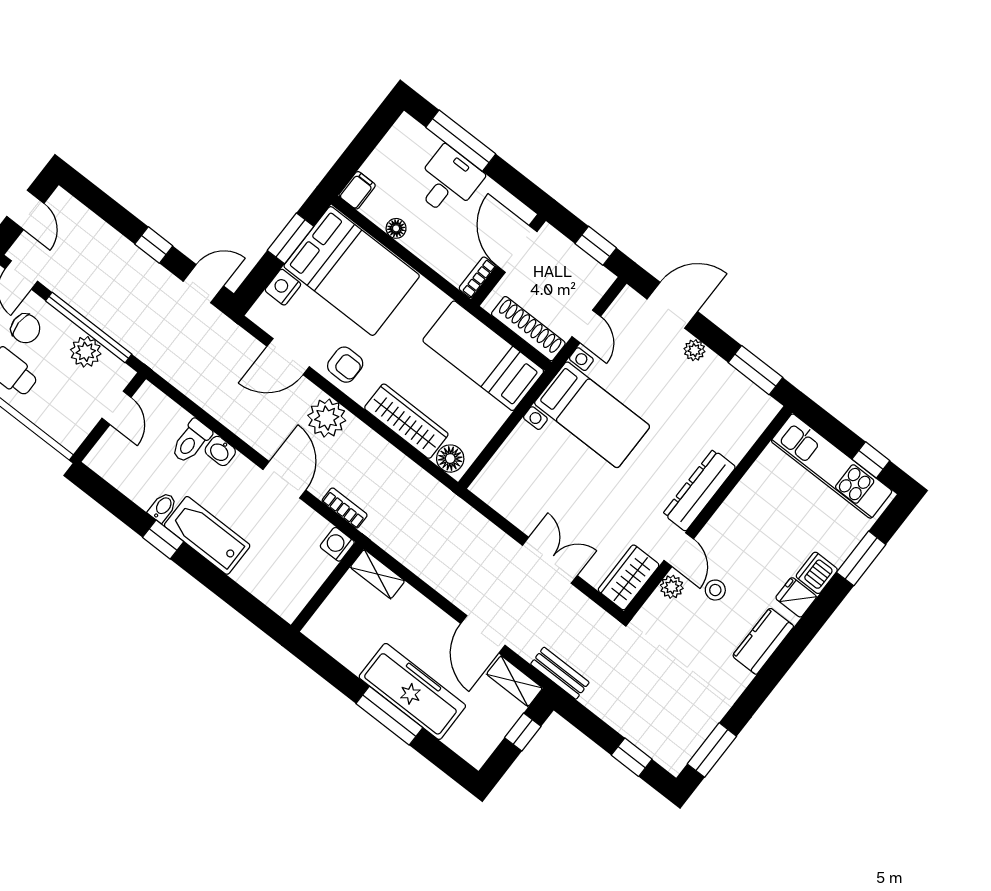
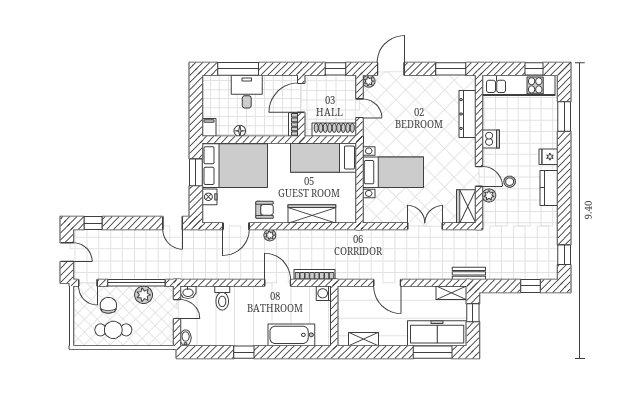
window: (154, 245) -> (93, 223), moved
door: (517, 249) -> (301, 98), hinge flipped
door: (203, 284) -> (173, 223), swing flipped
chair: (26, 328) -> (108, 305), turned -90
plant: (694, 350) -> (369, 81), moved
bed with nightstands: (592, 415) -> (393, 172), moved
plant: (327, 418) -> (270, 235), width x0.53, depth x0.53
washbasin: (220, 451) -> (188, 292), moved
floor lamp: (450, 459) -> (345, 215), removed
dresser: (699, 490) -> (468, 114), moved
bidet: (163, 507) -> (186, 338), moved
bookcase: (345, 508) -> (314, 274), width x1.56
bathtub: (207, 535) -> (291, 335), moved
dishwasher: (817, 573) -> (491, 139), moved, turned 180
shelving: (377, 574) -> (364, 339), moved
door: (483, 634) -> (387, 283), moved
freezer: (412, 691) -> (437, 333), moved
window: (389, 716) -> (433, 352), moved
window: (712, 750) -> (564, 255), width x0.67

